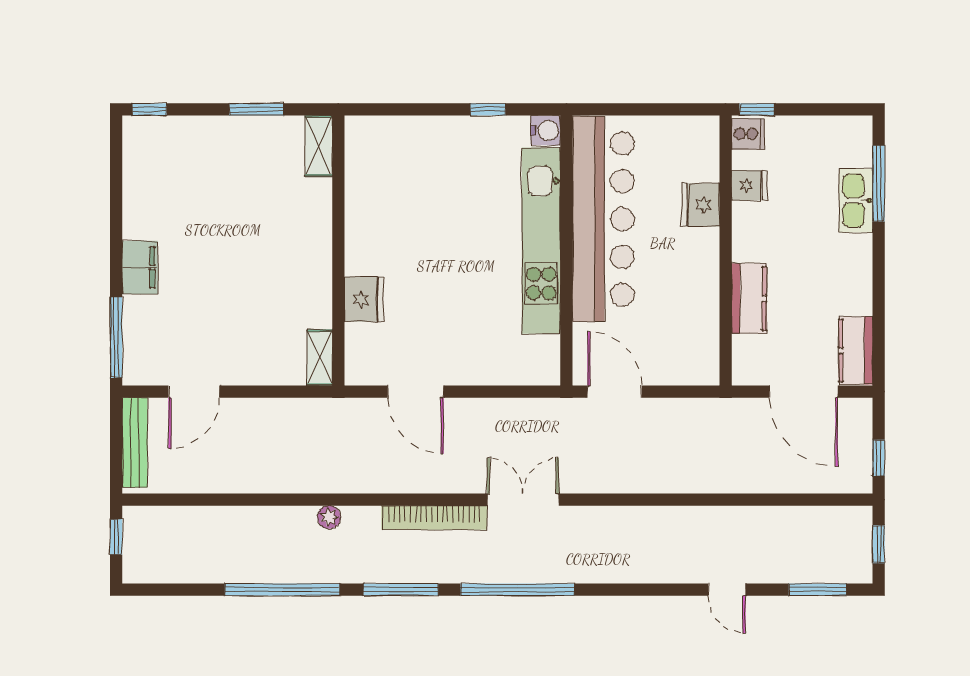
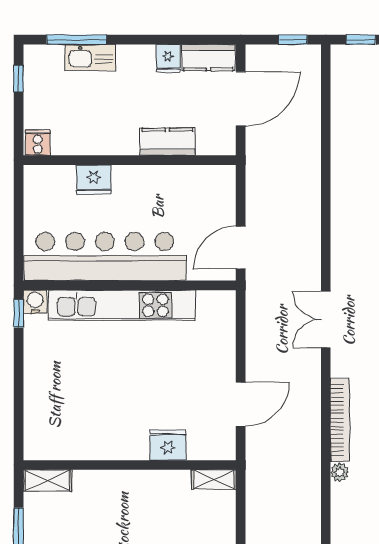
window: (488, 109) -> (19, 313), moved
window: (757, 109) -> (19, 78), moved
fridge: (749, 185) -> (168, 58), moved, turned 180
bookcase: (434, 518) -> (340, 420), moved

